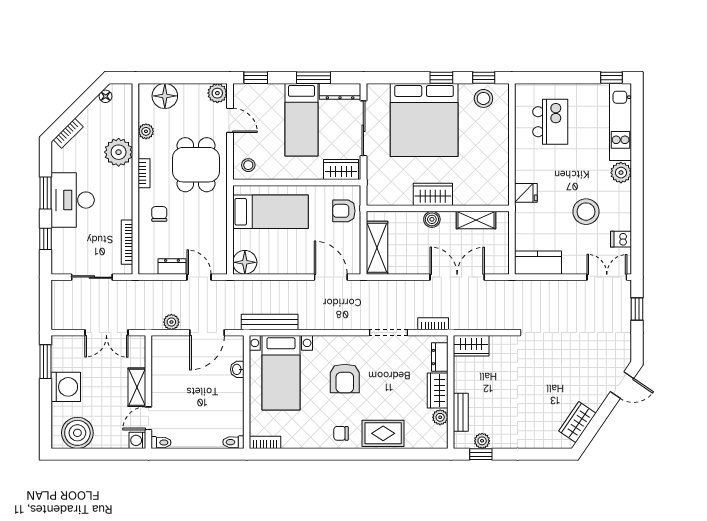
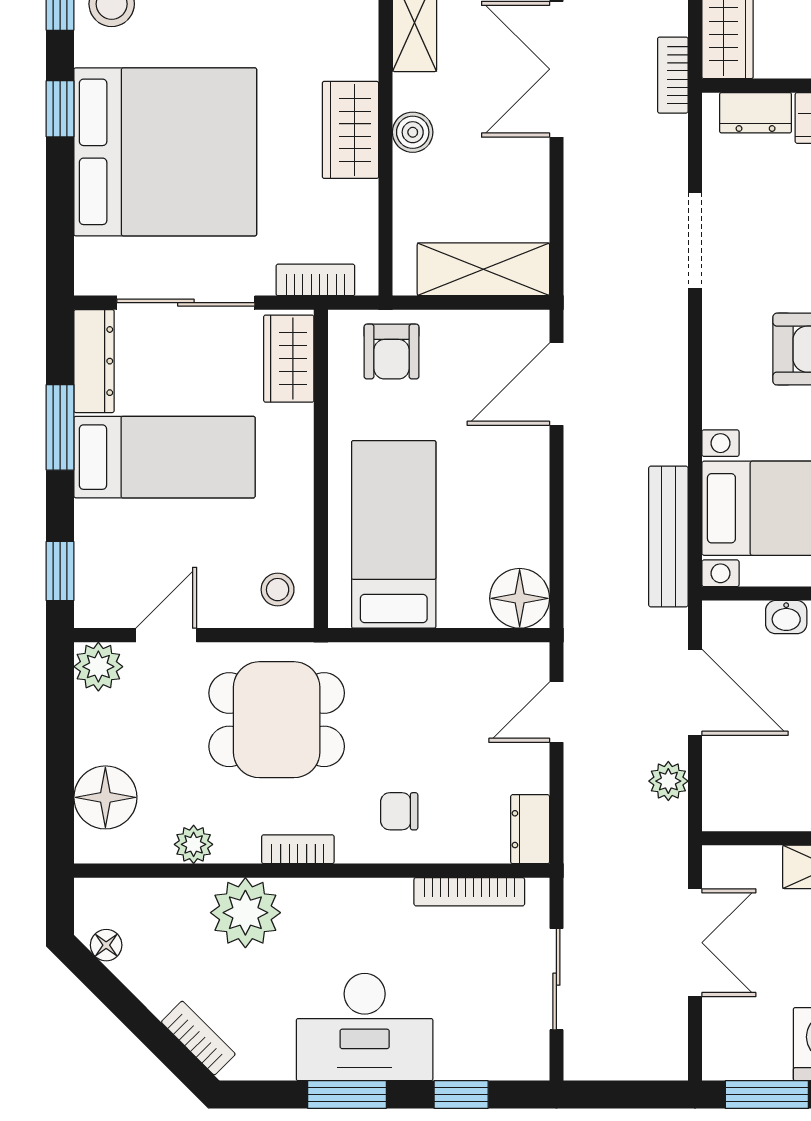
bookcase: (373, 180) -> (315, 280), added
dresser: (172, 266) -> (530, 829), moved
bookcase: (433, 324) -> (673, 75), moved

